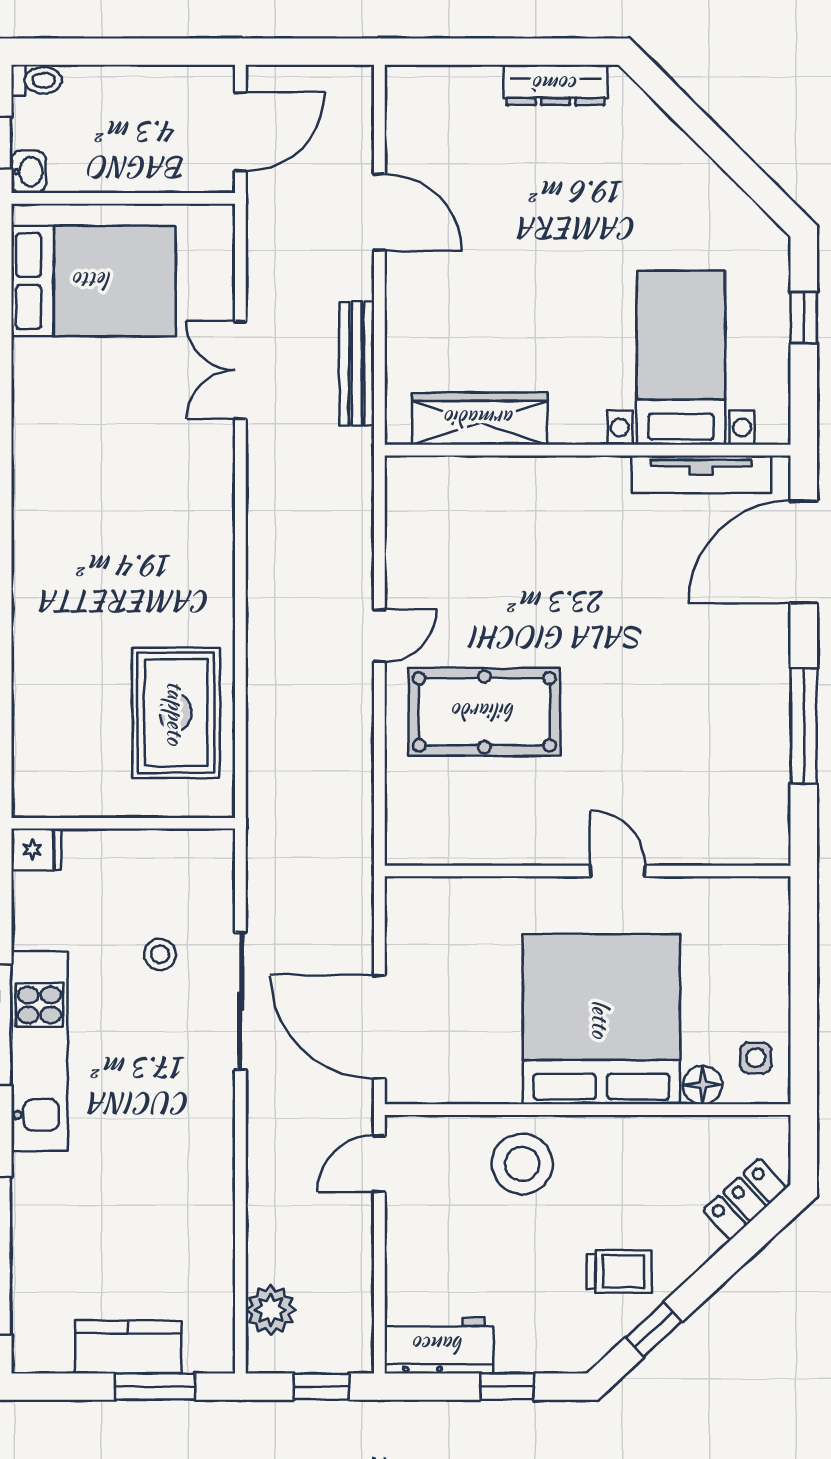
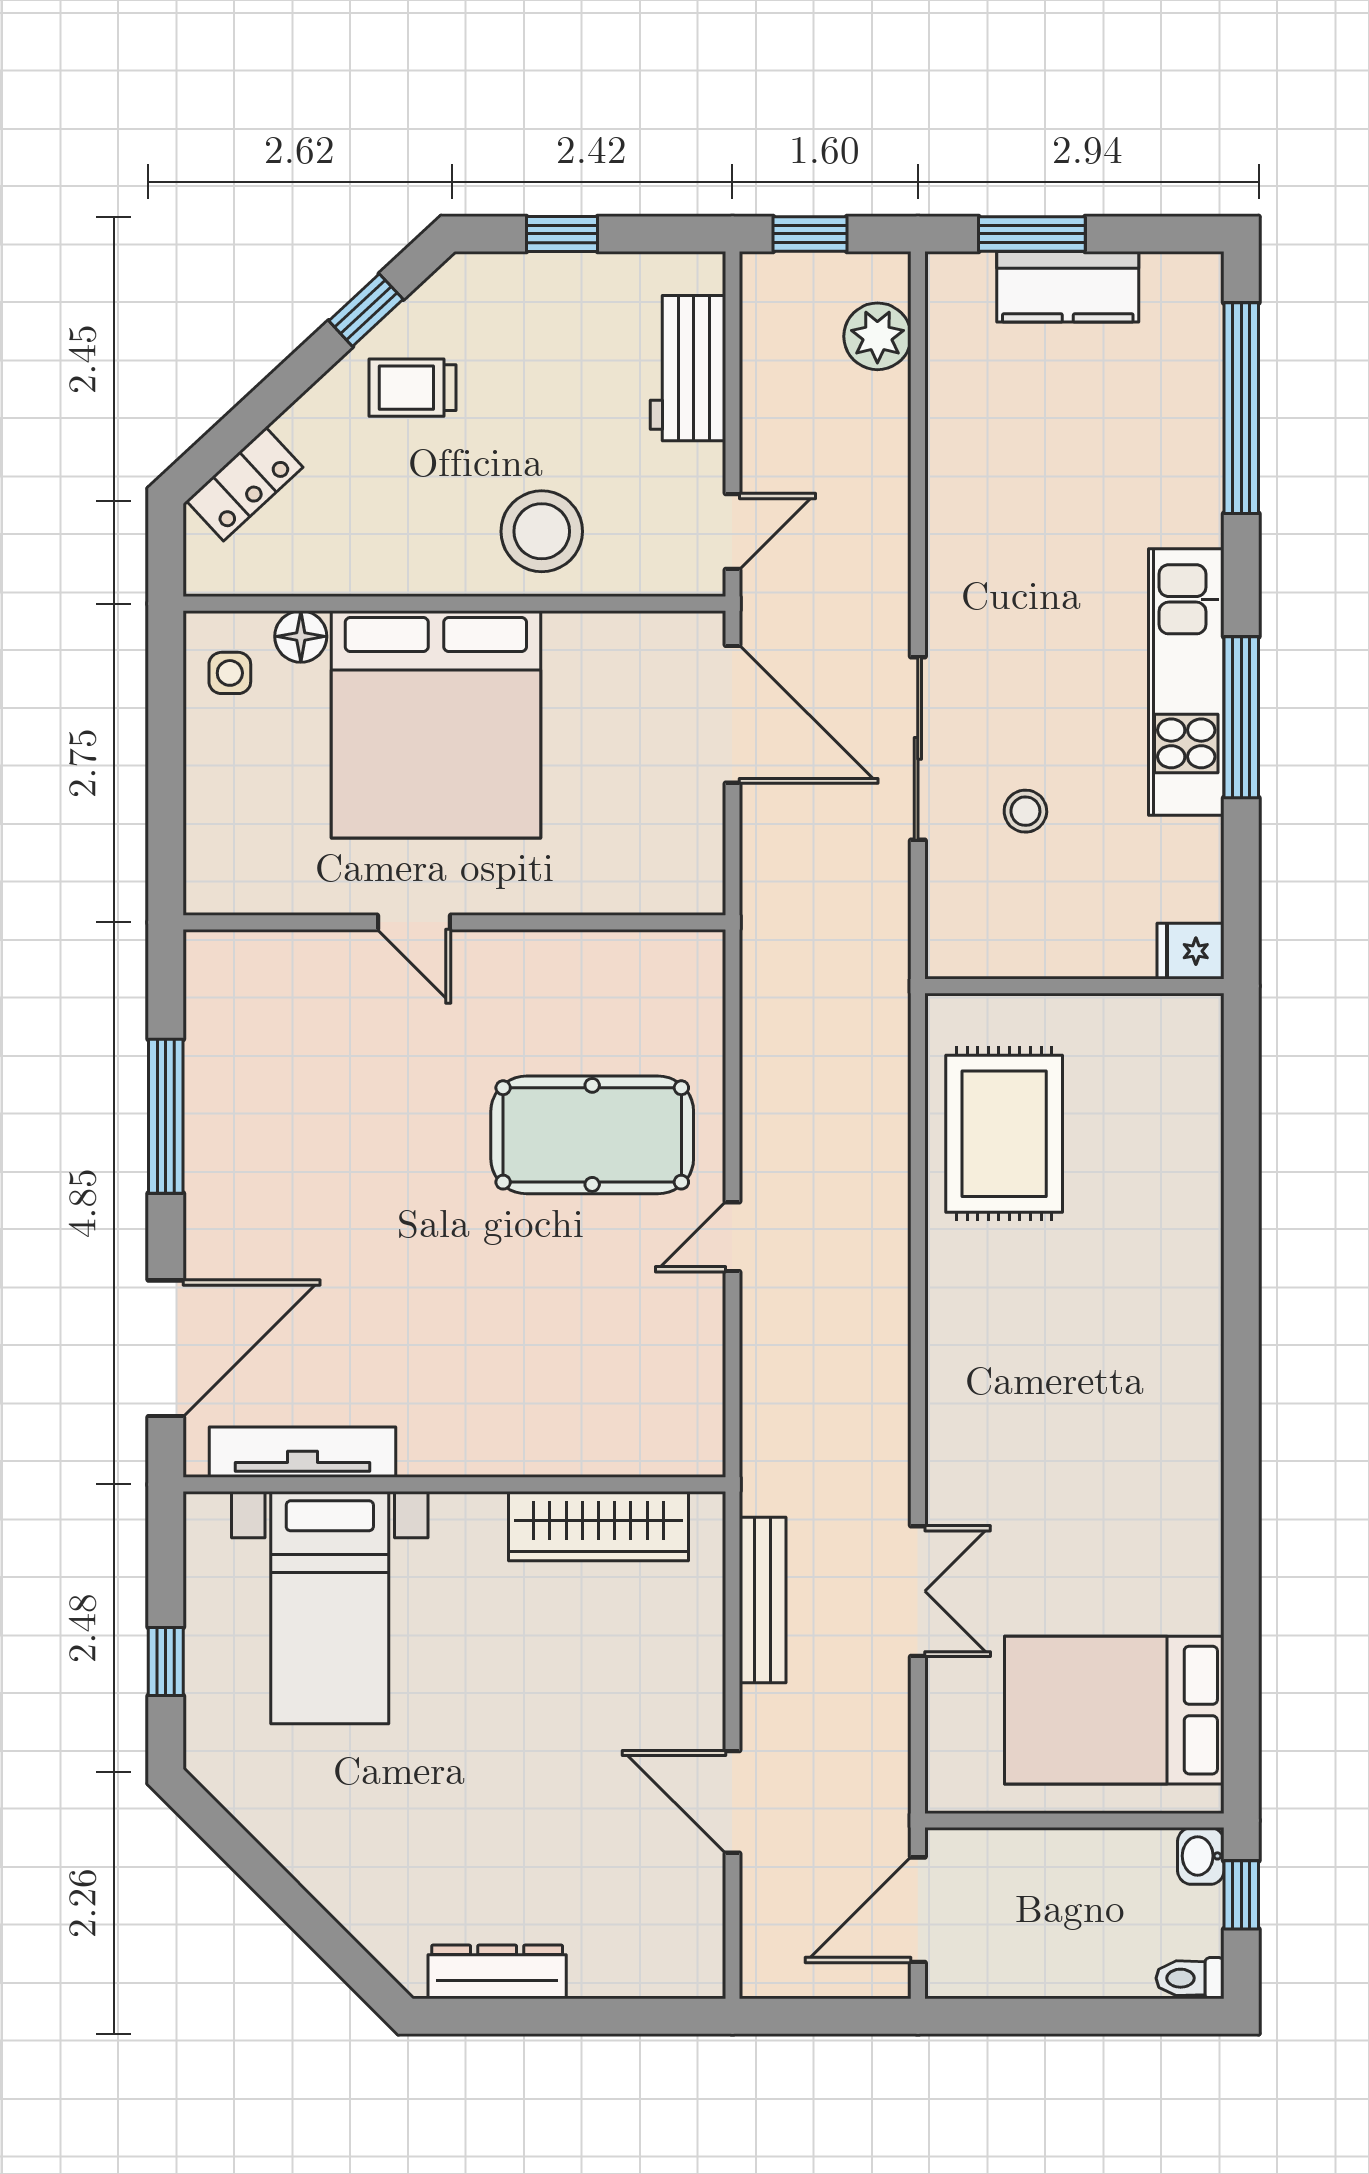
workbench: (439, 1345) -> (688, 368), moved, turned 90

